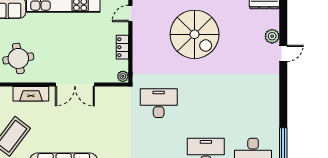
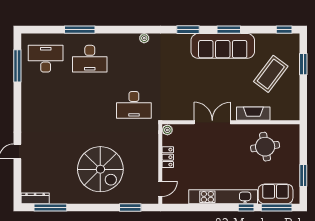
spiral stairs: (195, 34) -> (100, 169), turned 180
plant: (272, 36) -> (28, 167), removed

